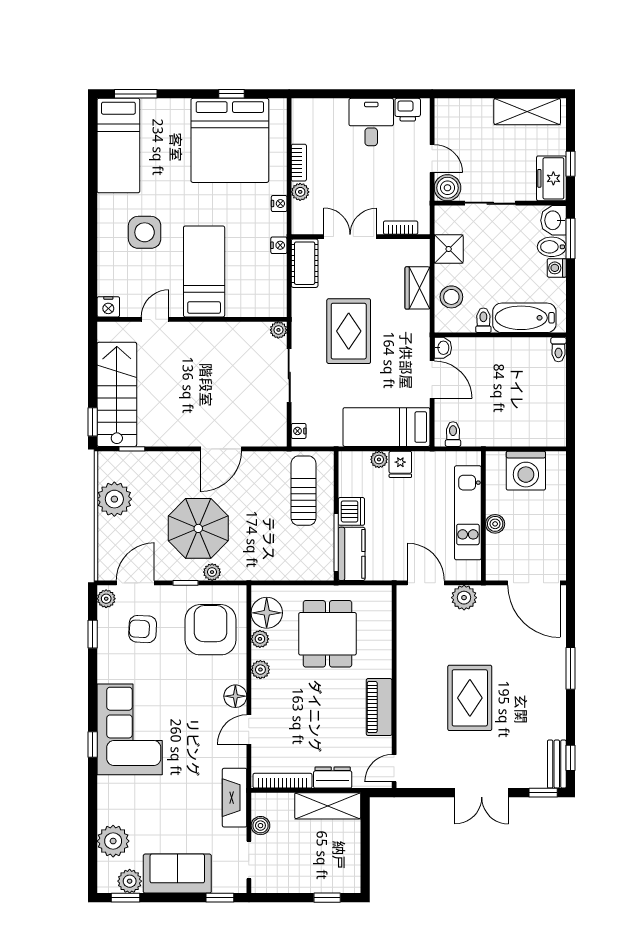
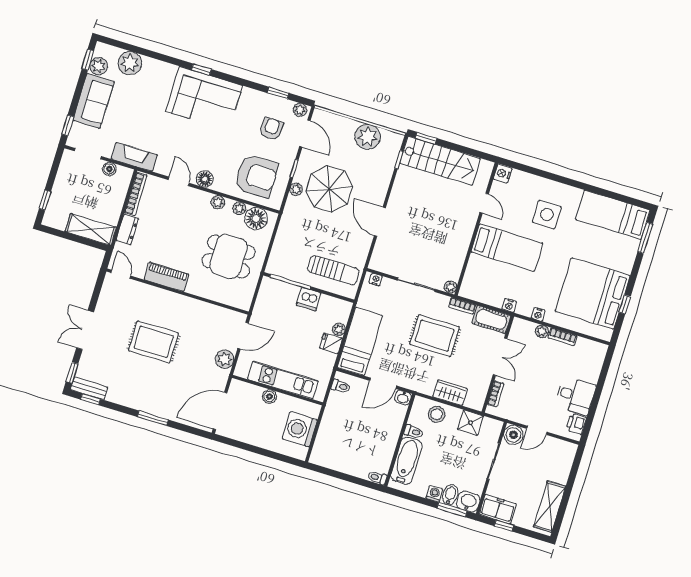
bookcase: (298, 307) -> (462, 306), added
kitchen counter: (352, 554) -> (279, 290), removed
shelving: (328, 806) -> (91, 230), moved, turned 90

